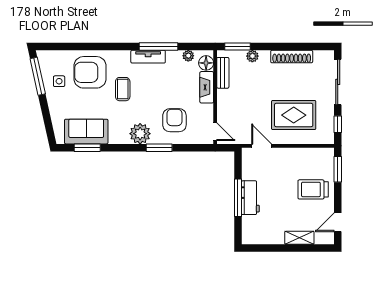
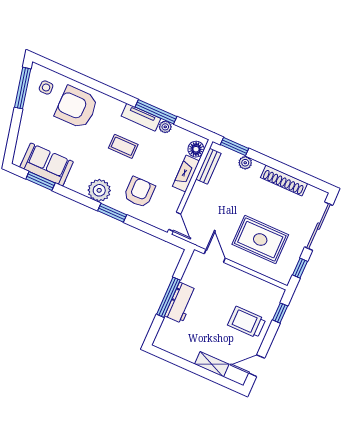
plant: (188, 56) -> (165, 127), moved
side table: (59, 81) -> (46, 87), moved
coffee table: (123, 89) -> (123, 146), moved, turned 90
window: (338, 169) -> (280, 313), width x0.67

